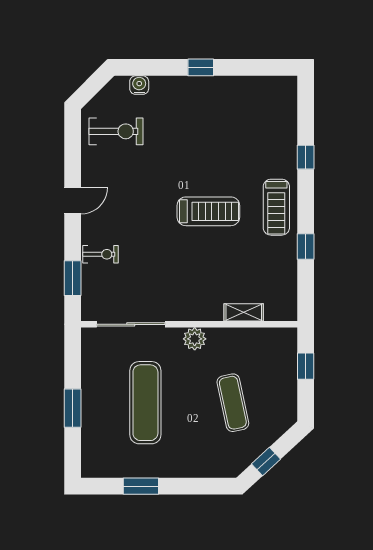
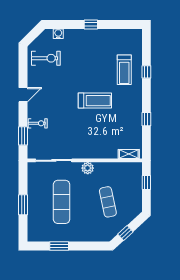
treadmill: (276, 207) -> (124, 70), moved
shelving: (244, 312) -> (129, 154), moved

